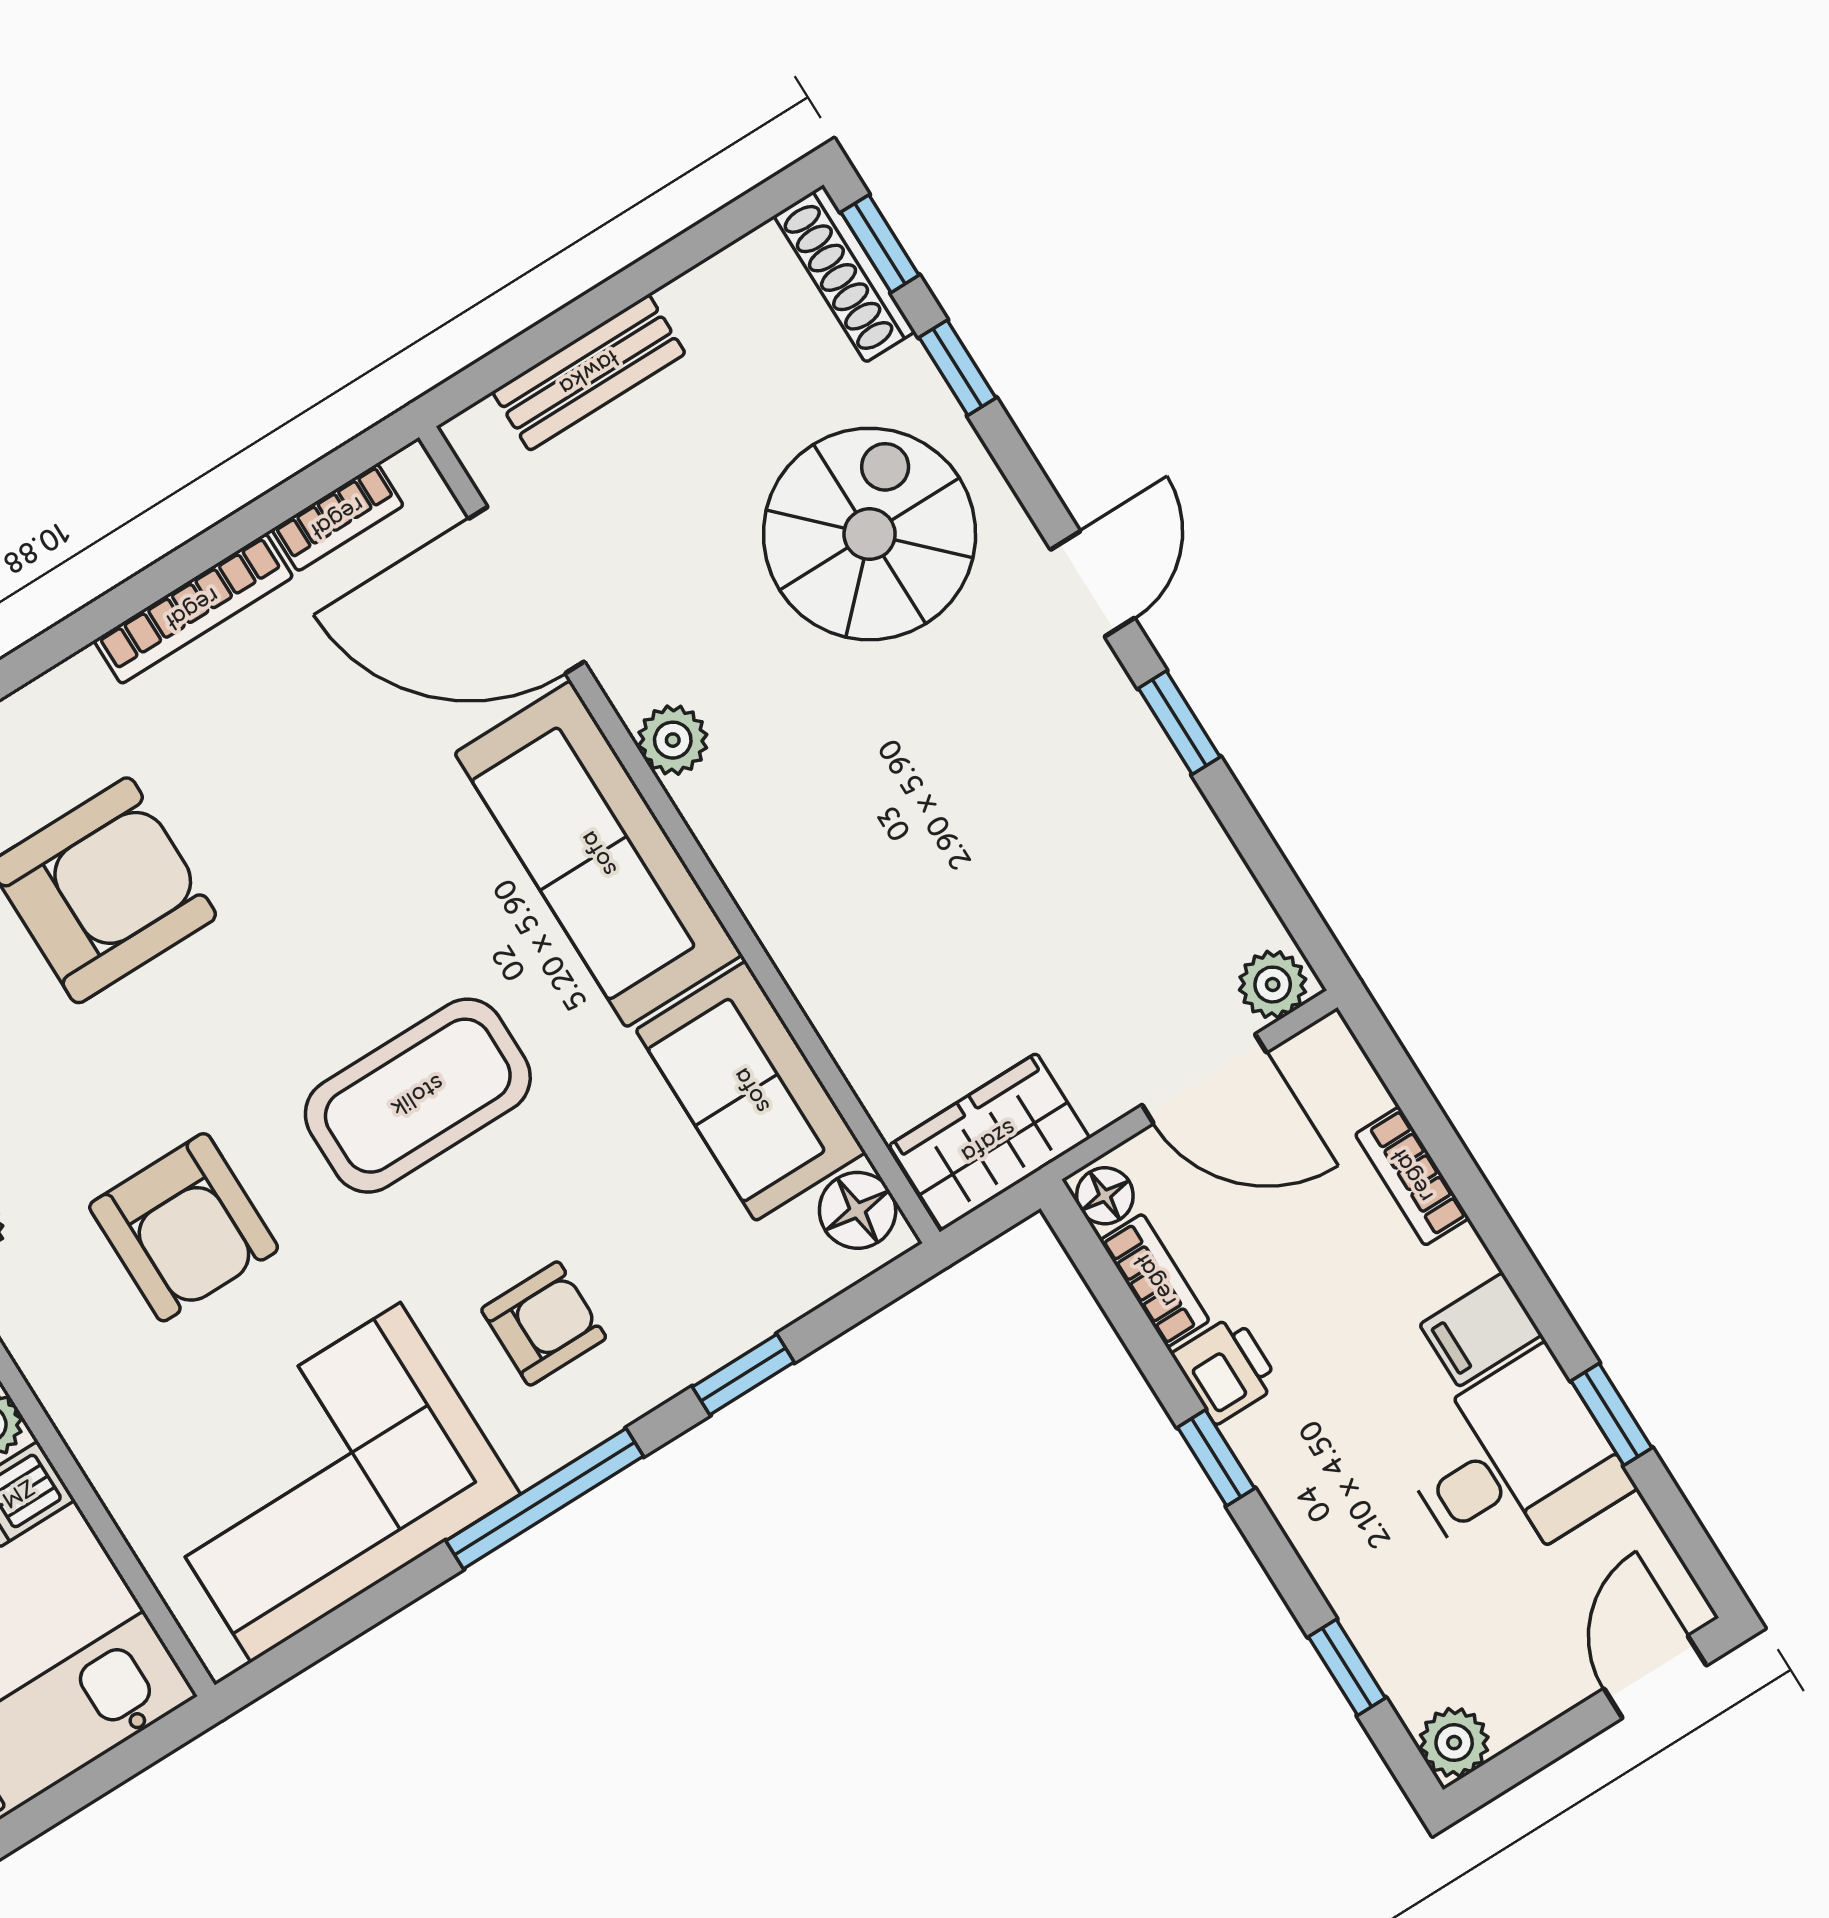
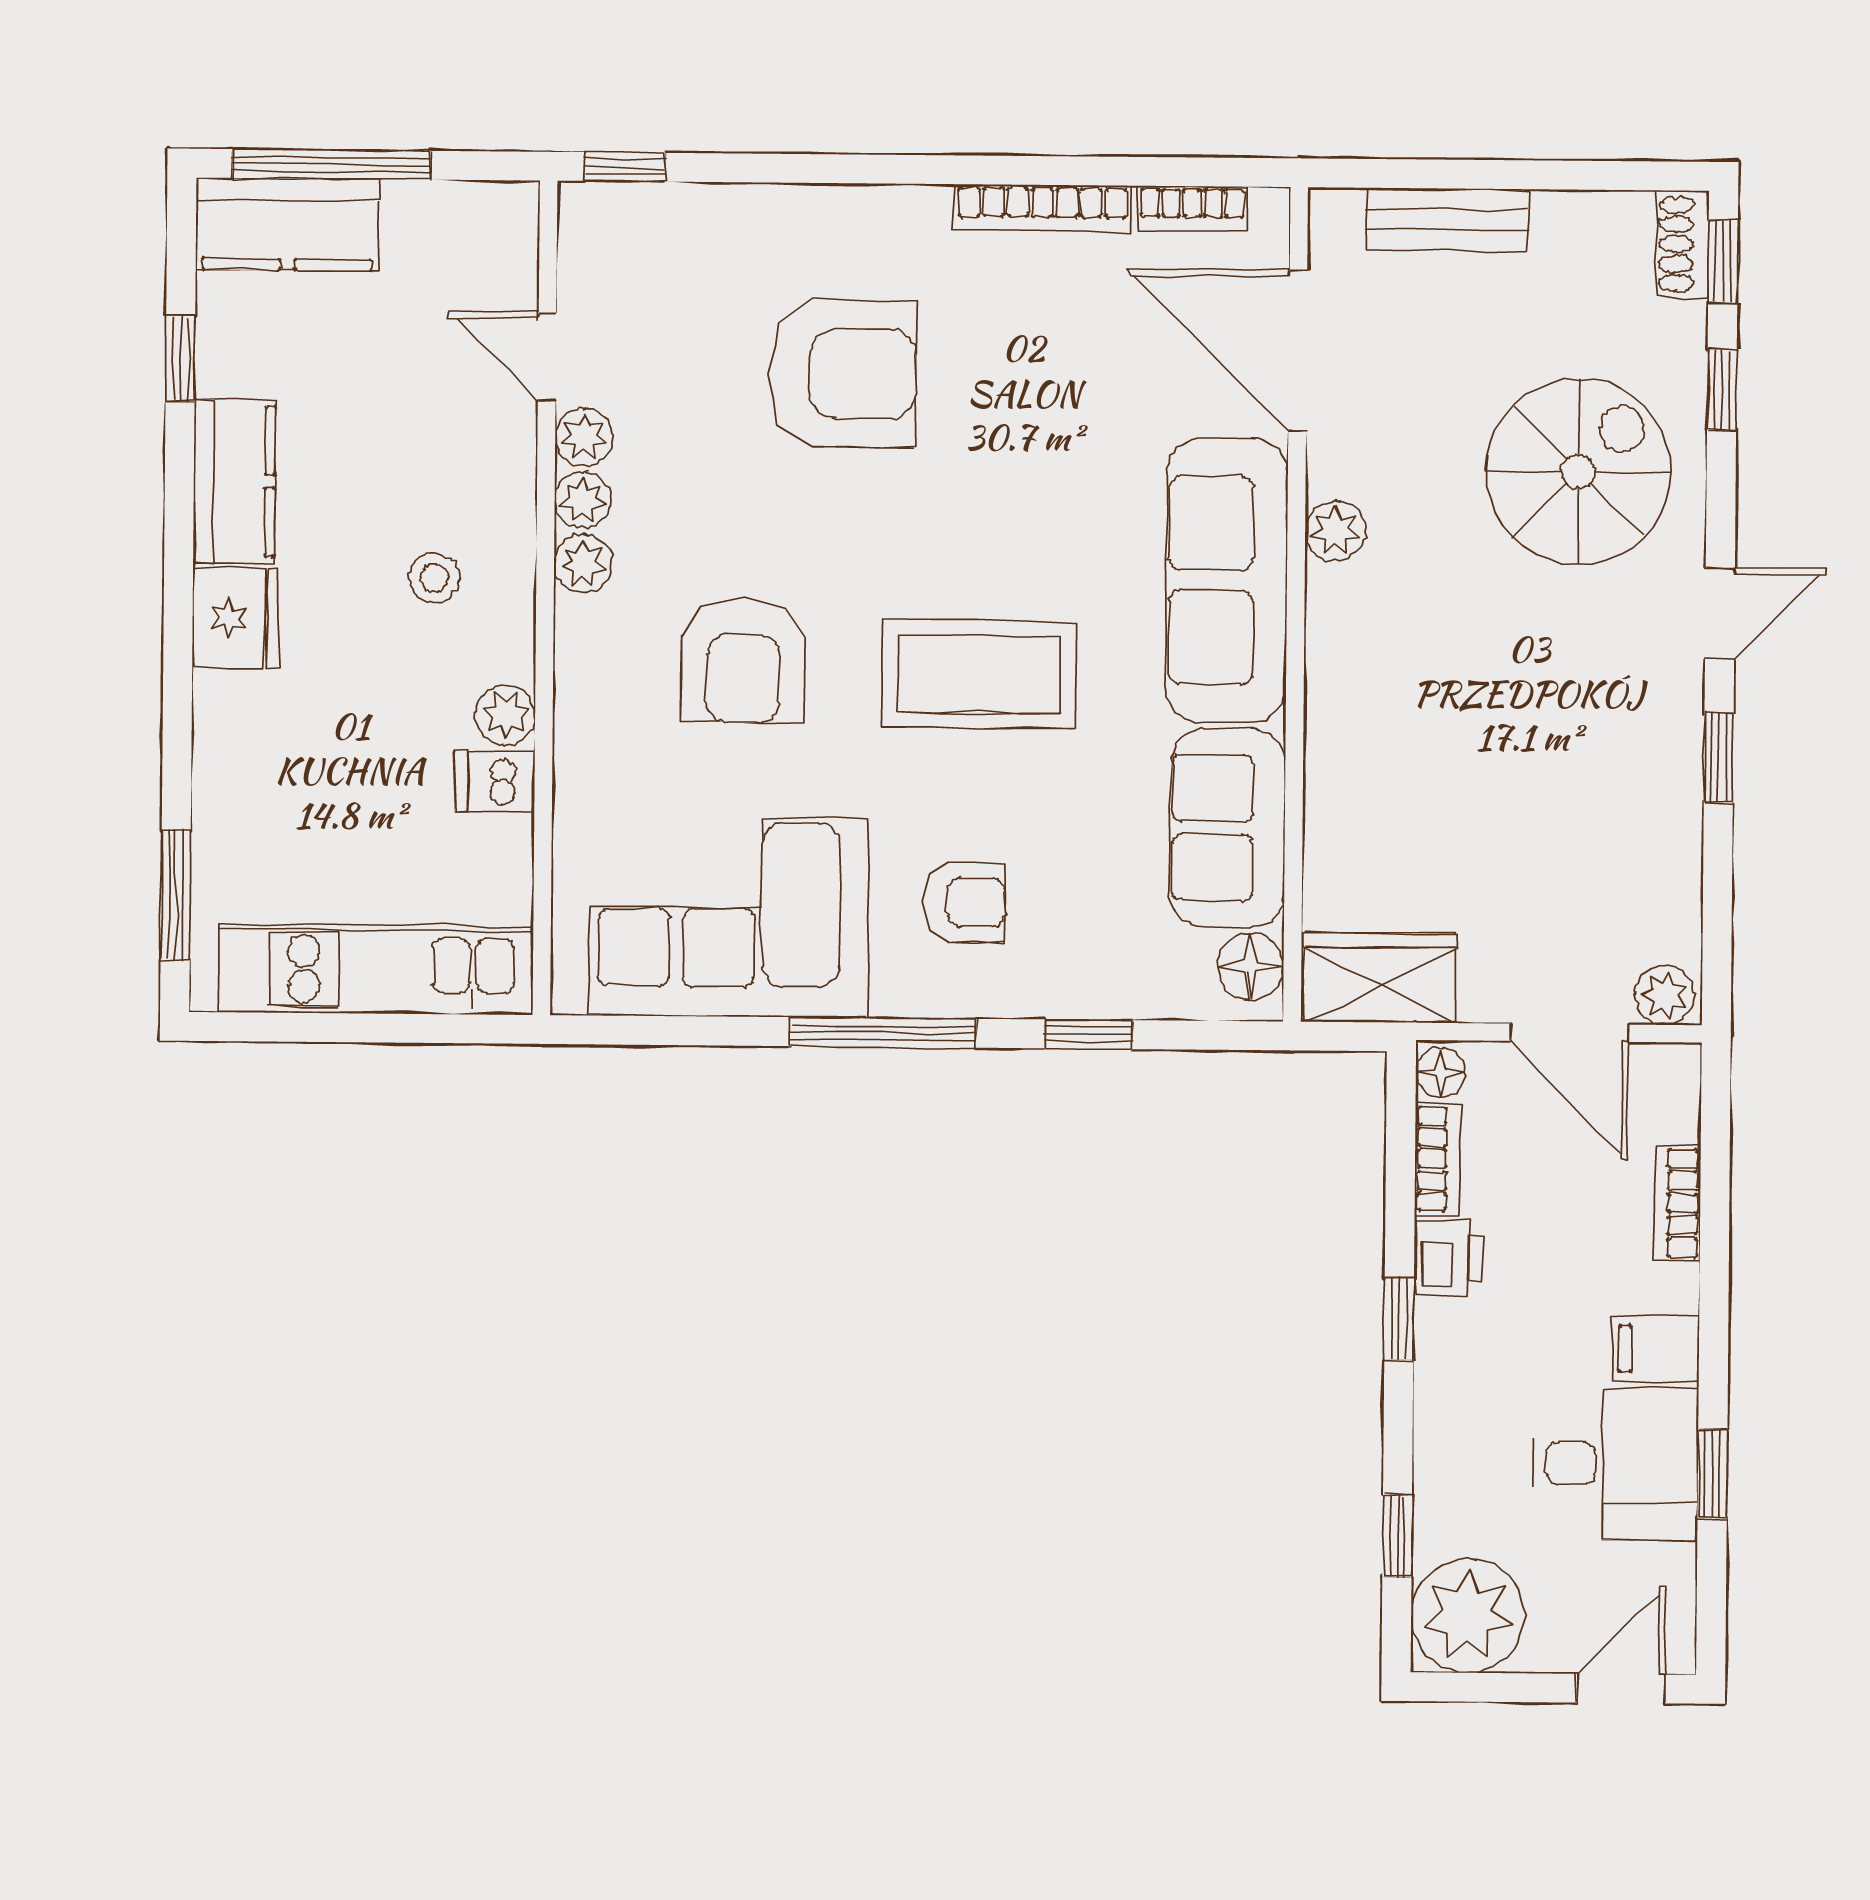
shoe rack: (845, 274) -> (1683, 244), width x0.70
plant: (1454, 1743) -> (1468, 1616), width x1.88, depth x1.88

